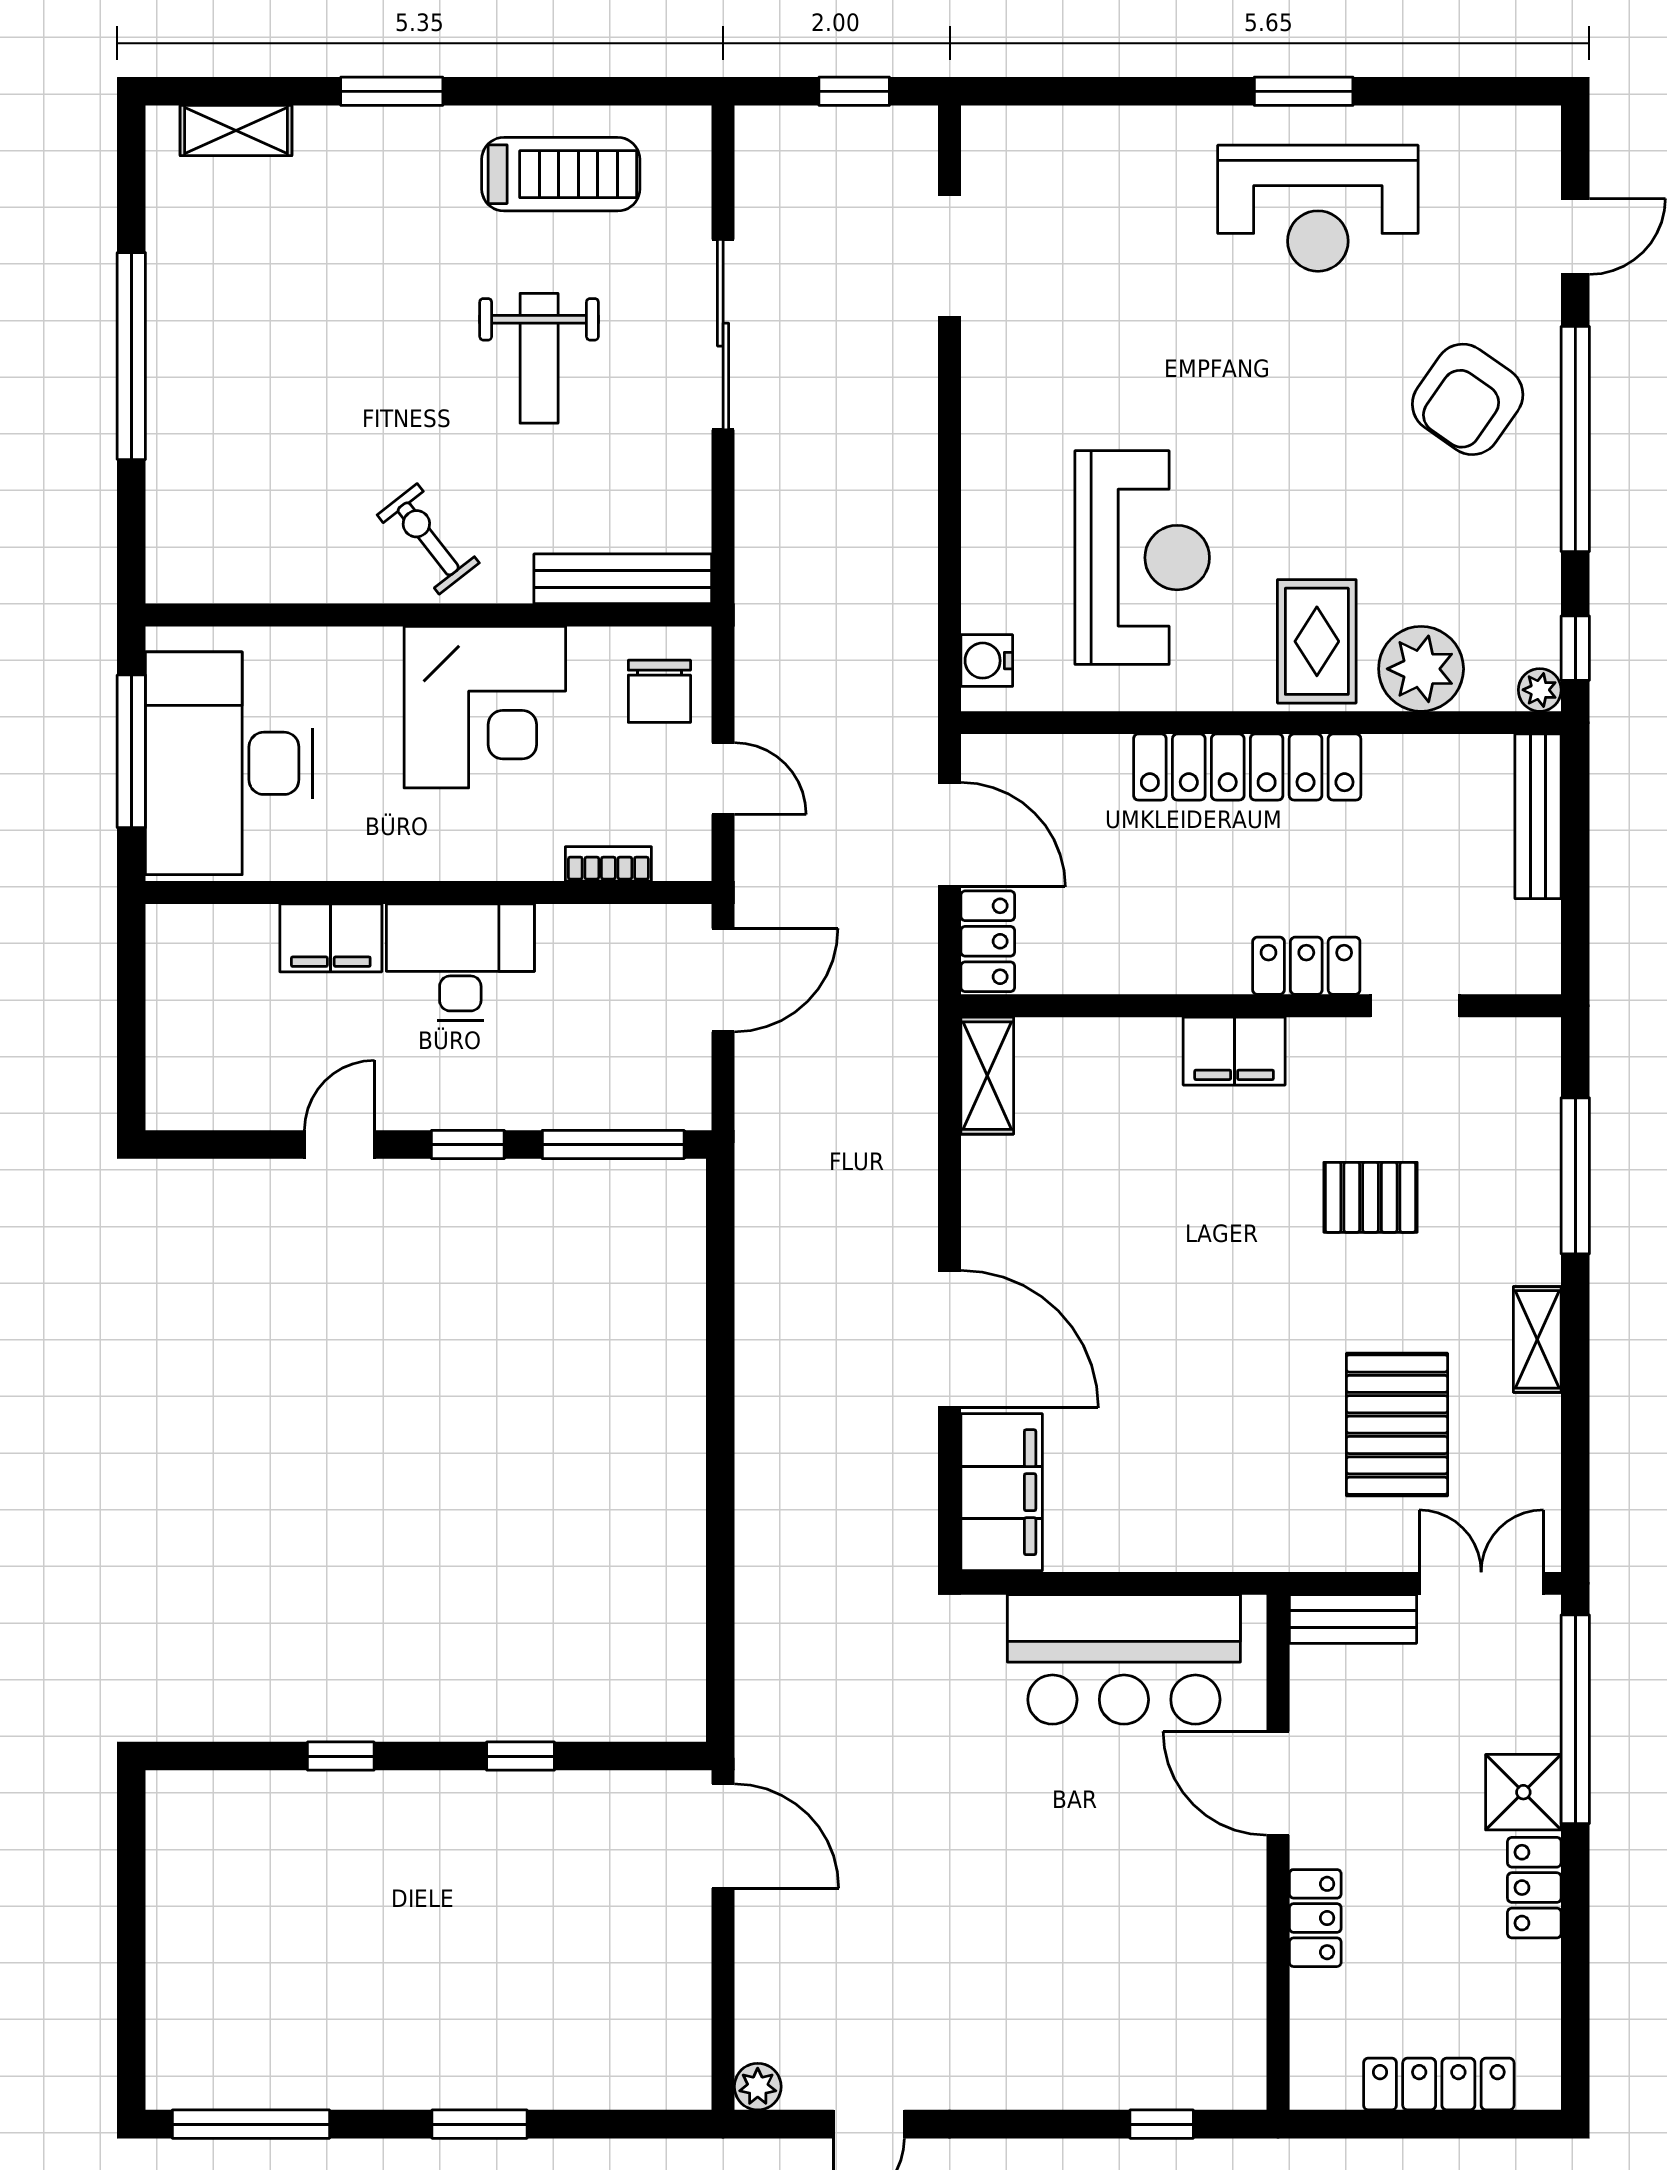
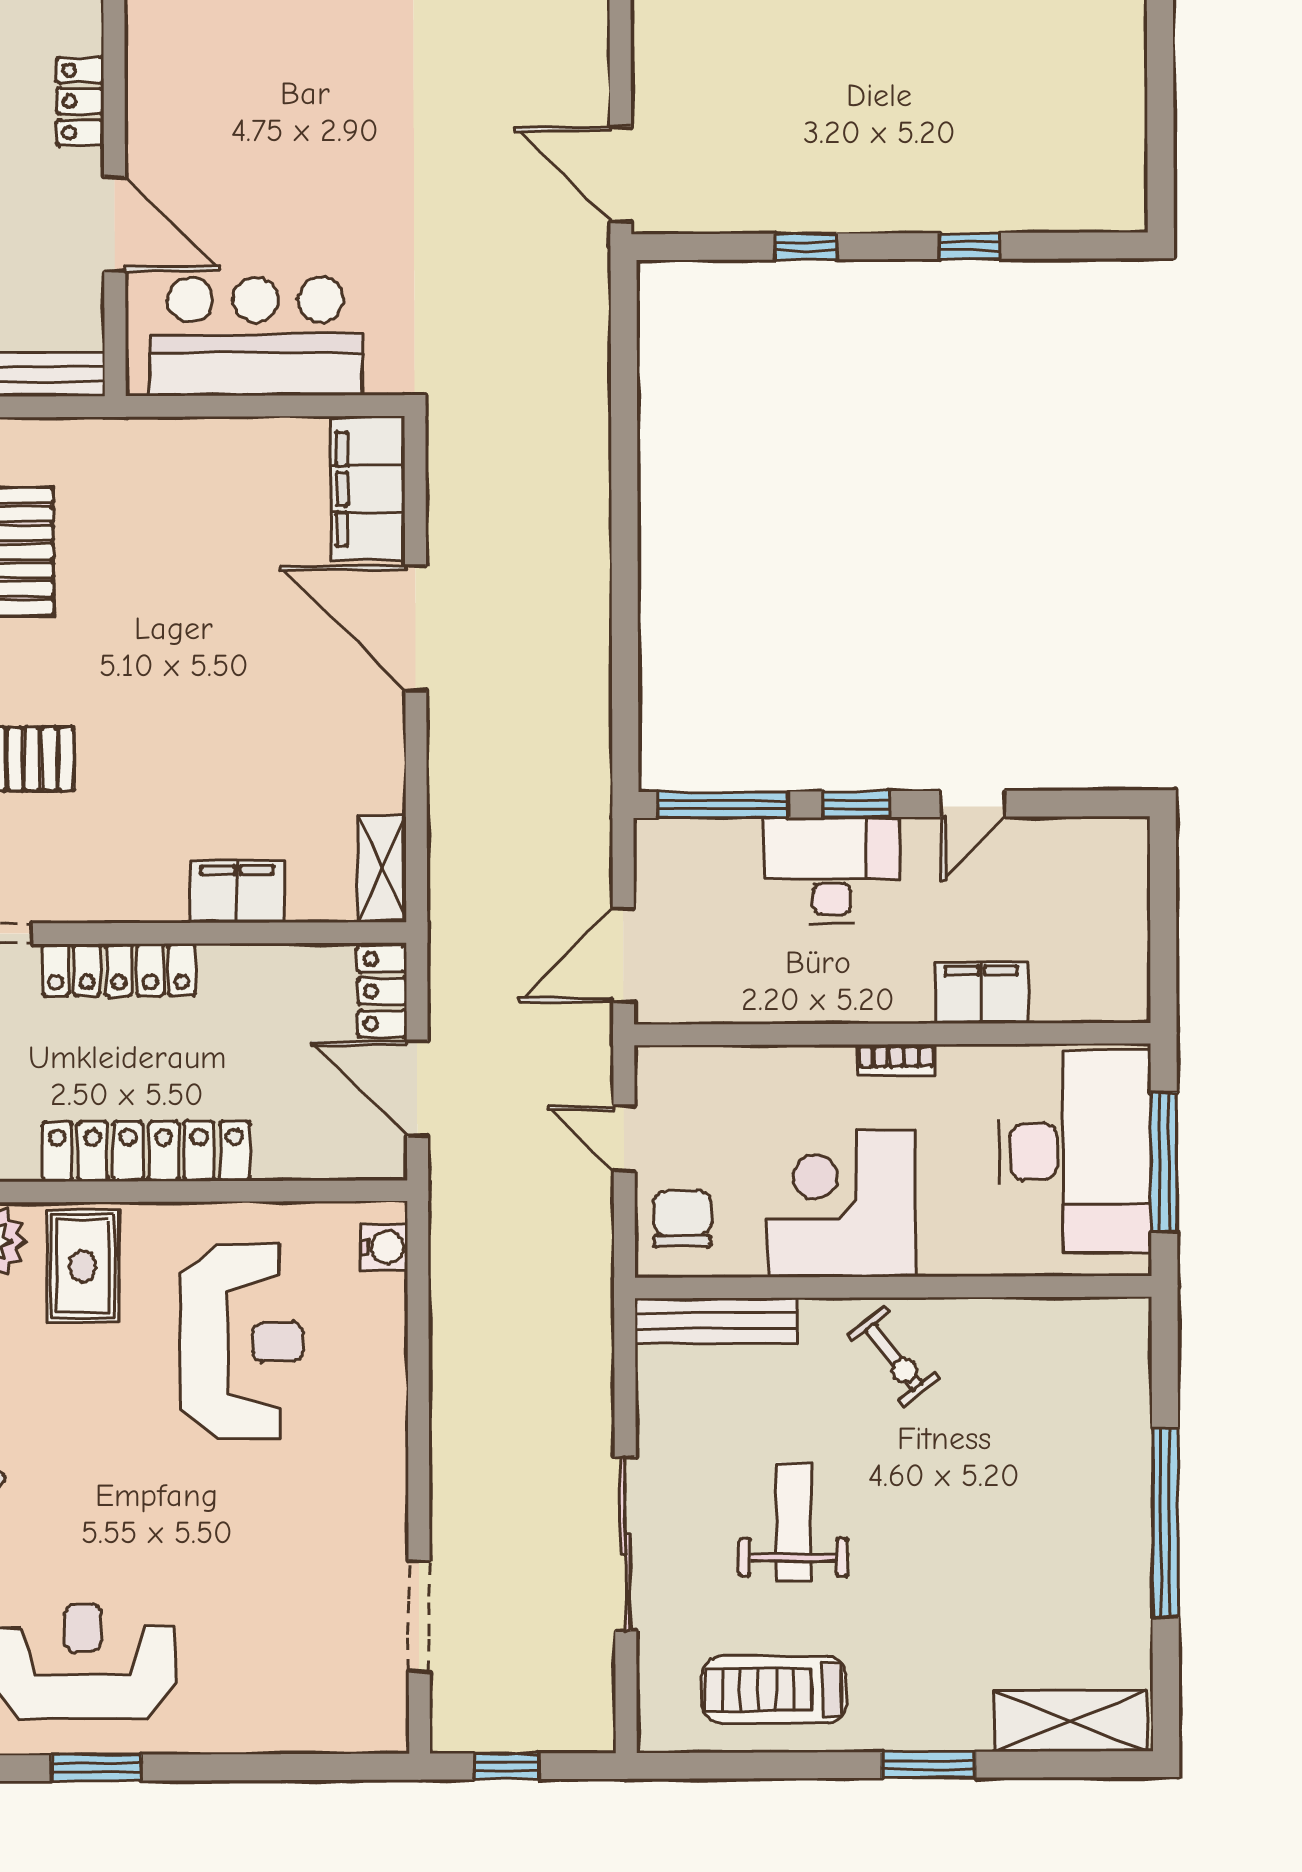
shelving: (236, 131) -> (1070, 1721), width x1.50, depth x1.33
reception desk: (1142, 558) -> (242, 1342), turned 180
bookcase: (608, 864) -> (896, 1060), moved
desk: (460, 962) -> (832, 870), moved, turned 180
locker: (1306, 966) -> (119, 970), width x1.53
filing cabinet: (1234, 1051) -> (237, 892), moved

